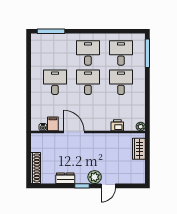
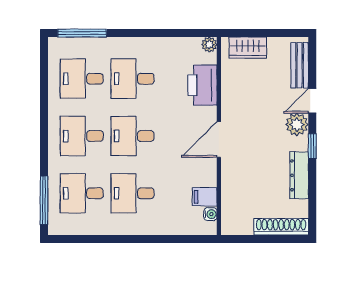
desk: (55, 53) -> (82, 193), added
printer: (117, 125) -> (202, 85), width x1.87, depth x1.48
door: (74, 132) -> (219, 139), moved
dresser: (65, 178) -> (299, 175), width x1.44
bench: (129, 179) -> (300, 65), added
door: (108, 186) -> (312, 101), swing flipped

